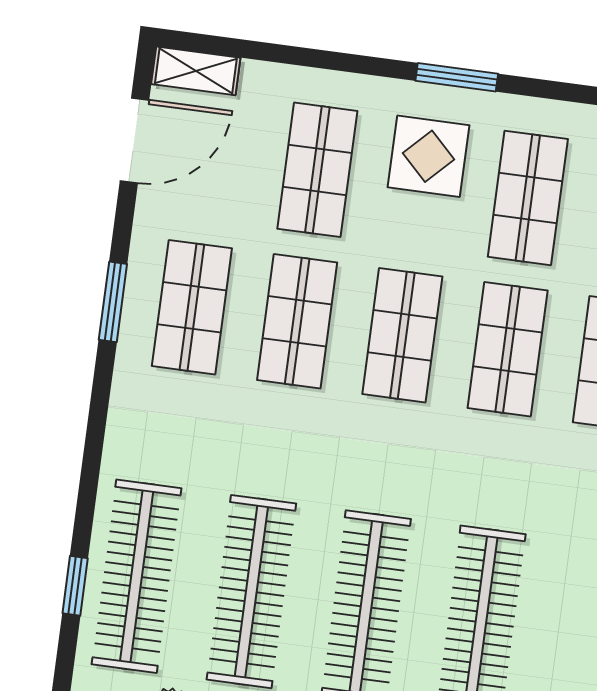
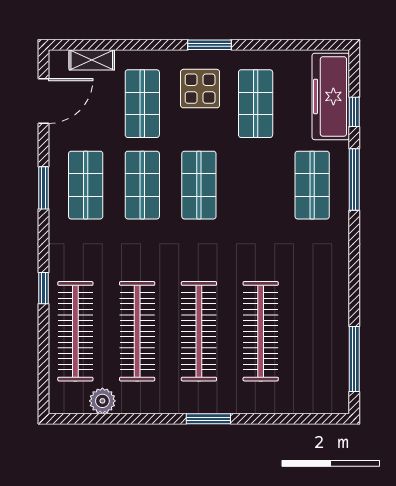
shelving: (196, 71) -> (92, 60), moved
shop shelf: (508, 349) -> (256, 185), removed
window: (75, 586) -> (44, 288), moved

